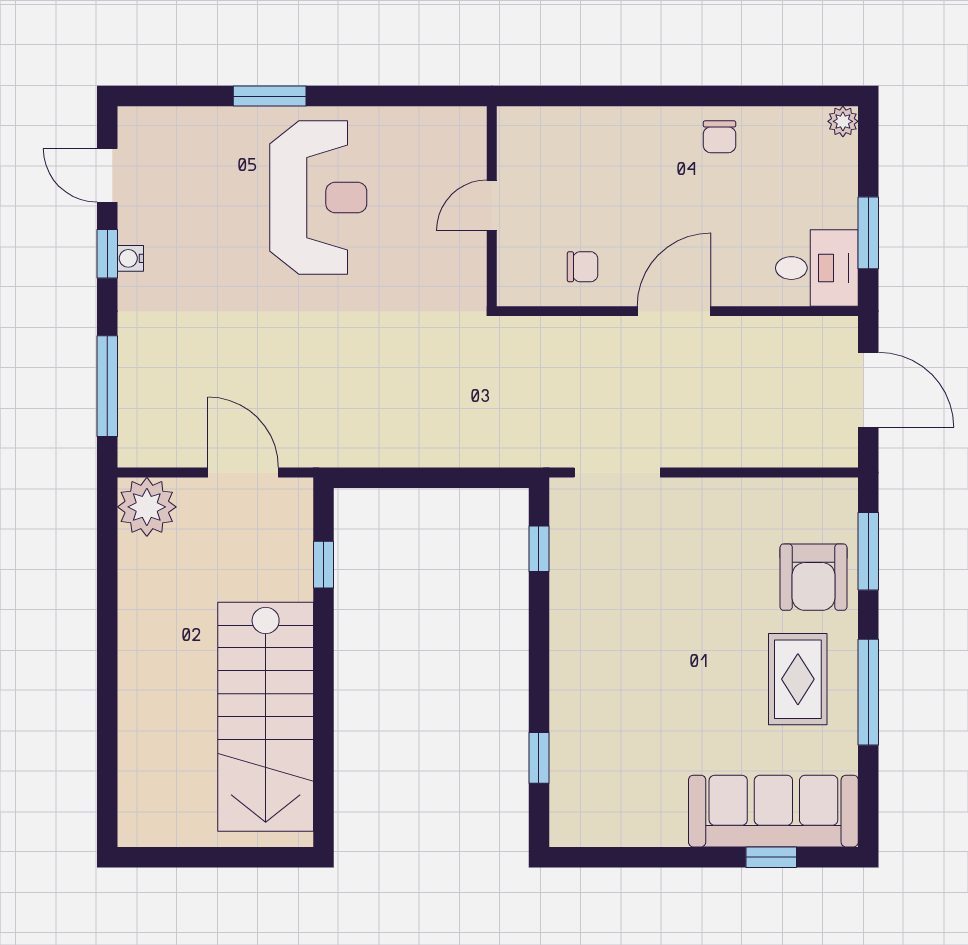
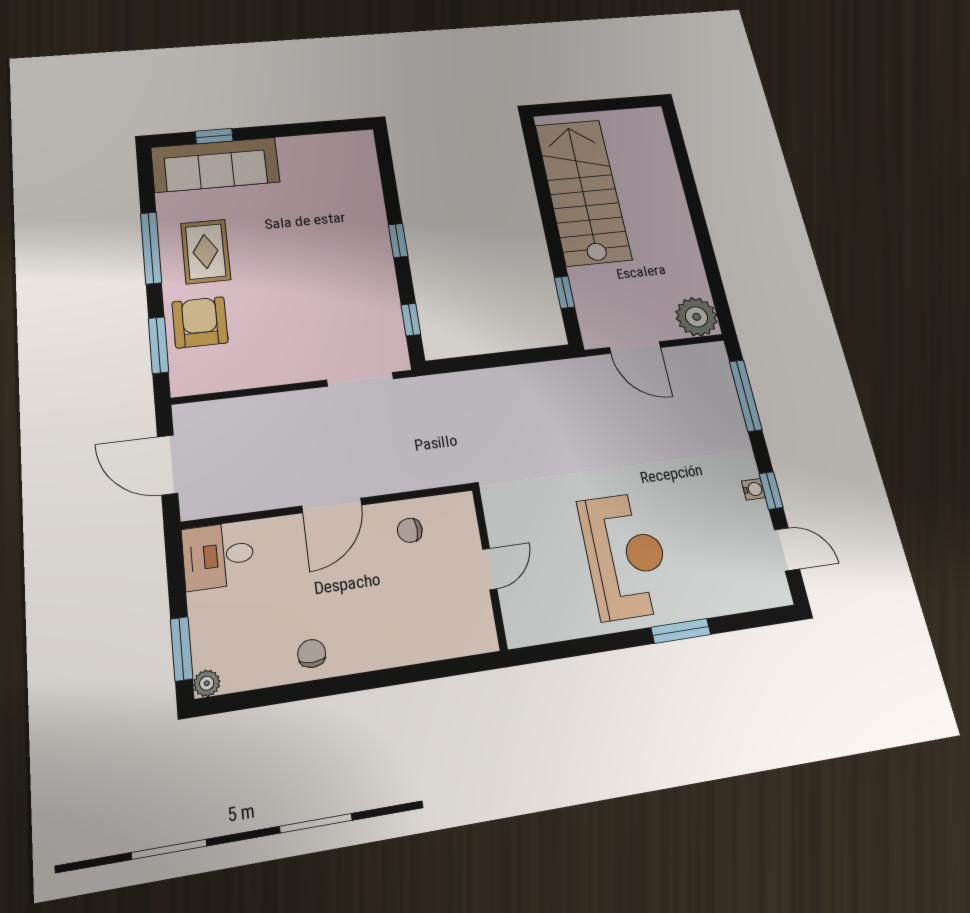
reception desk: (318, 198) -> (625, 555), turned 180
window: (868, 233) -> (182, 649), moved
window: (539, 758) -> (398, 240), moved

